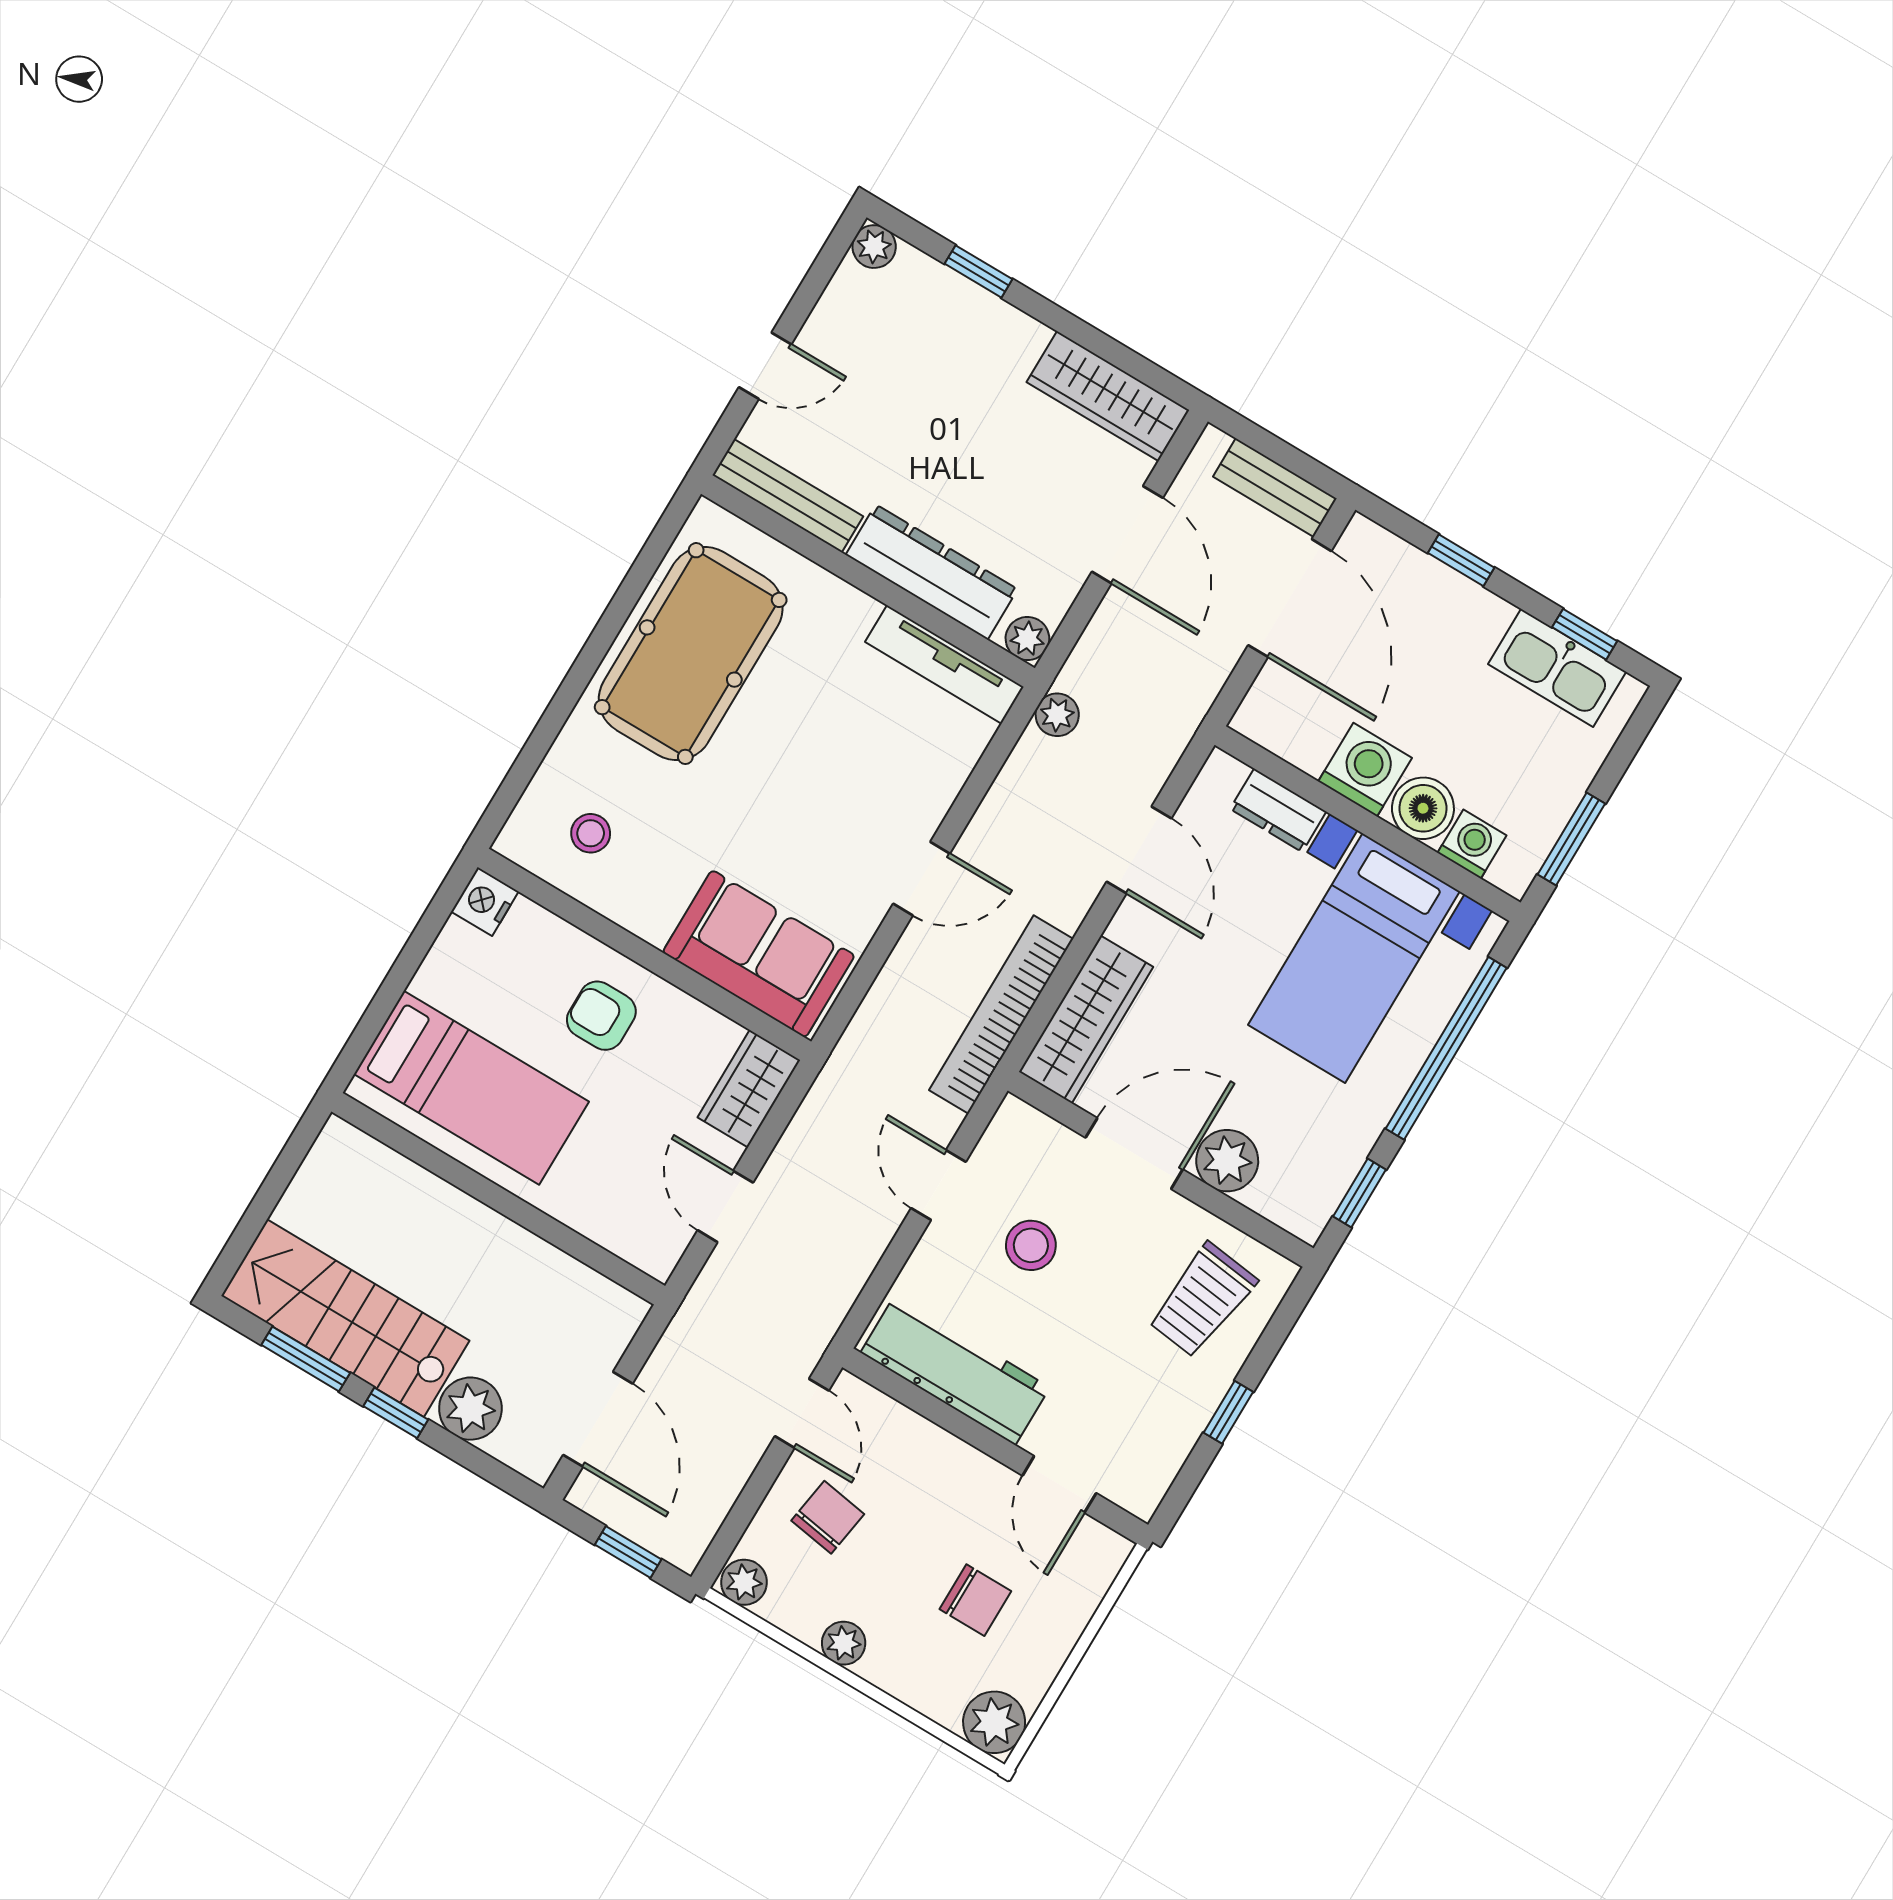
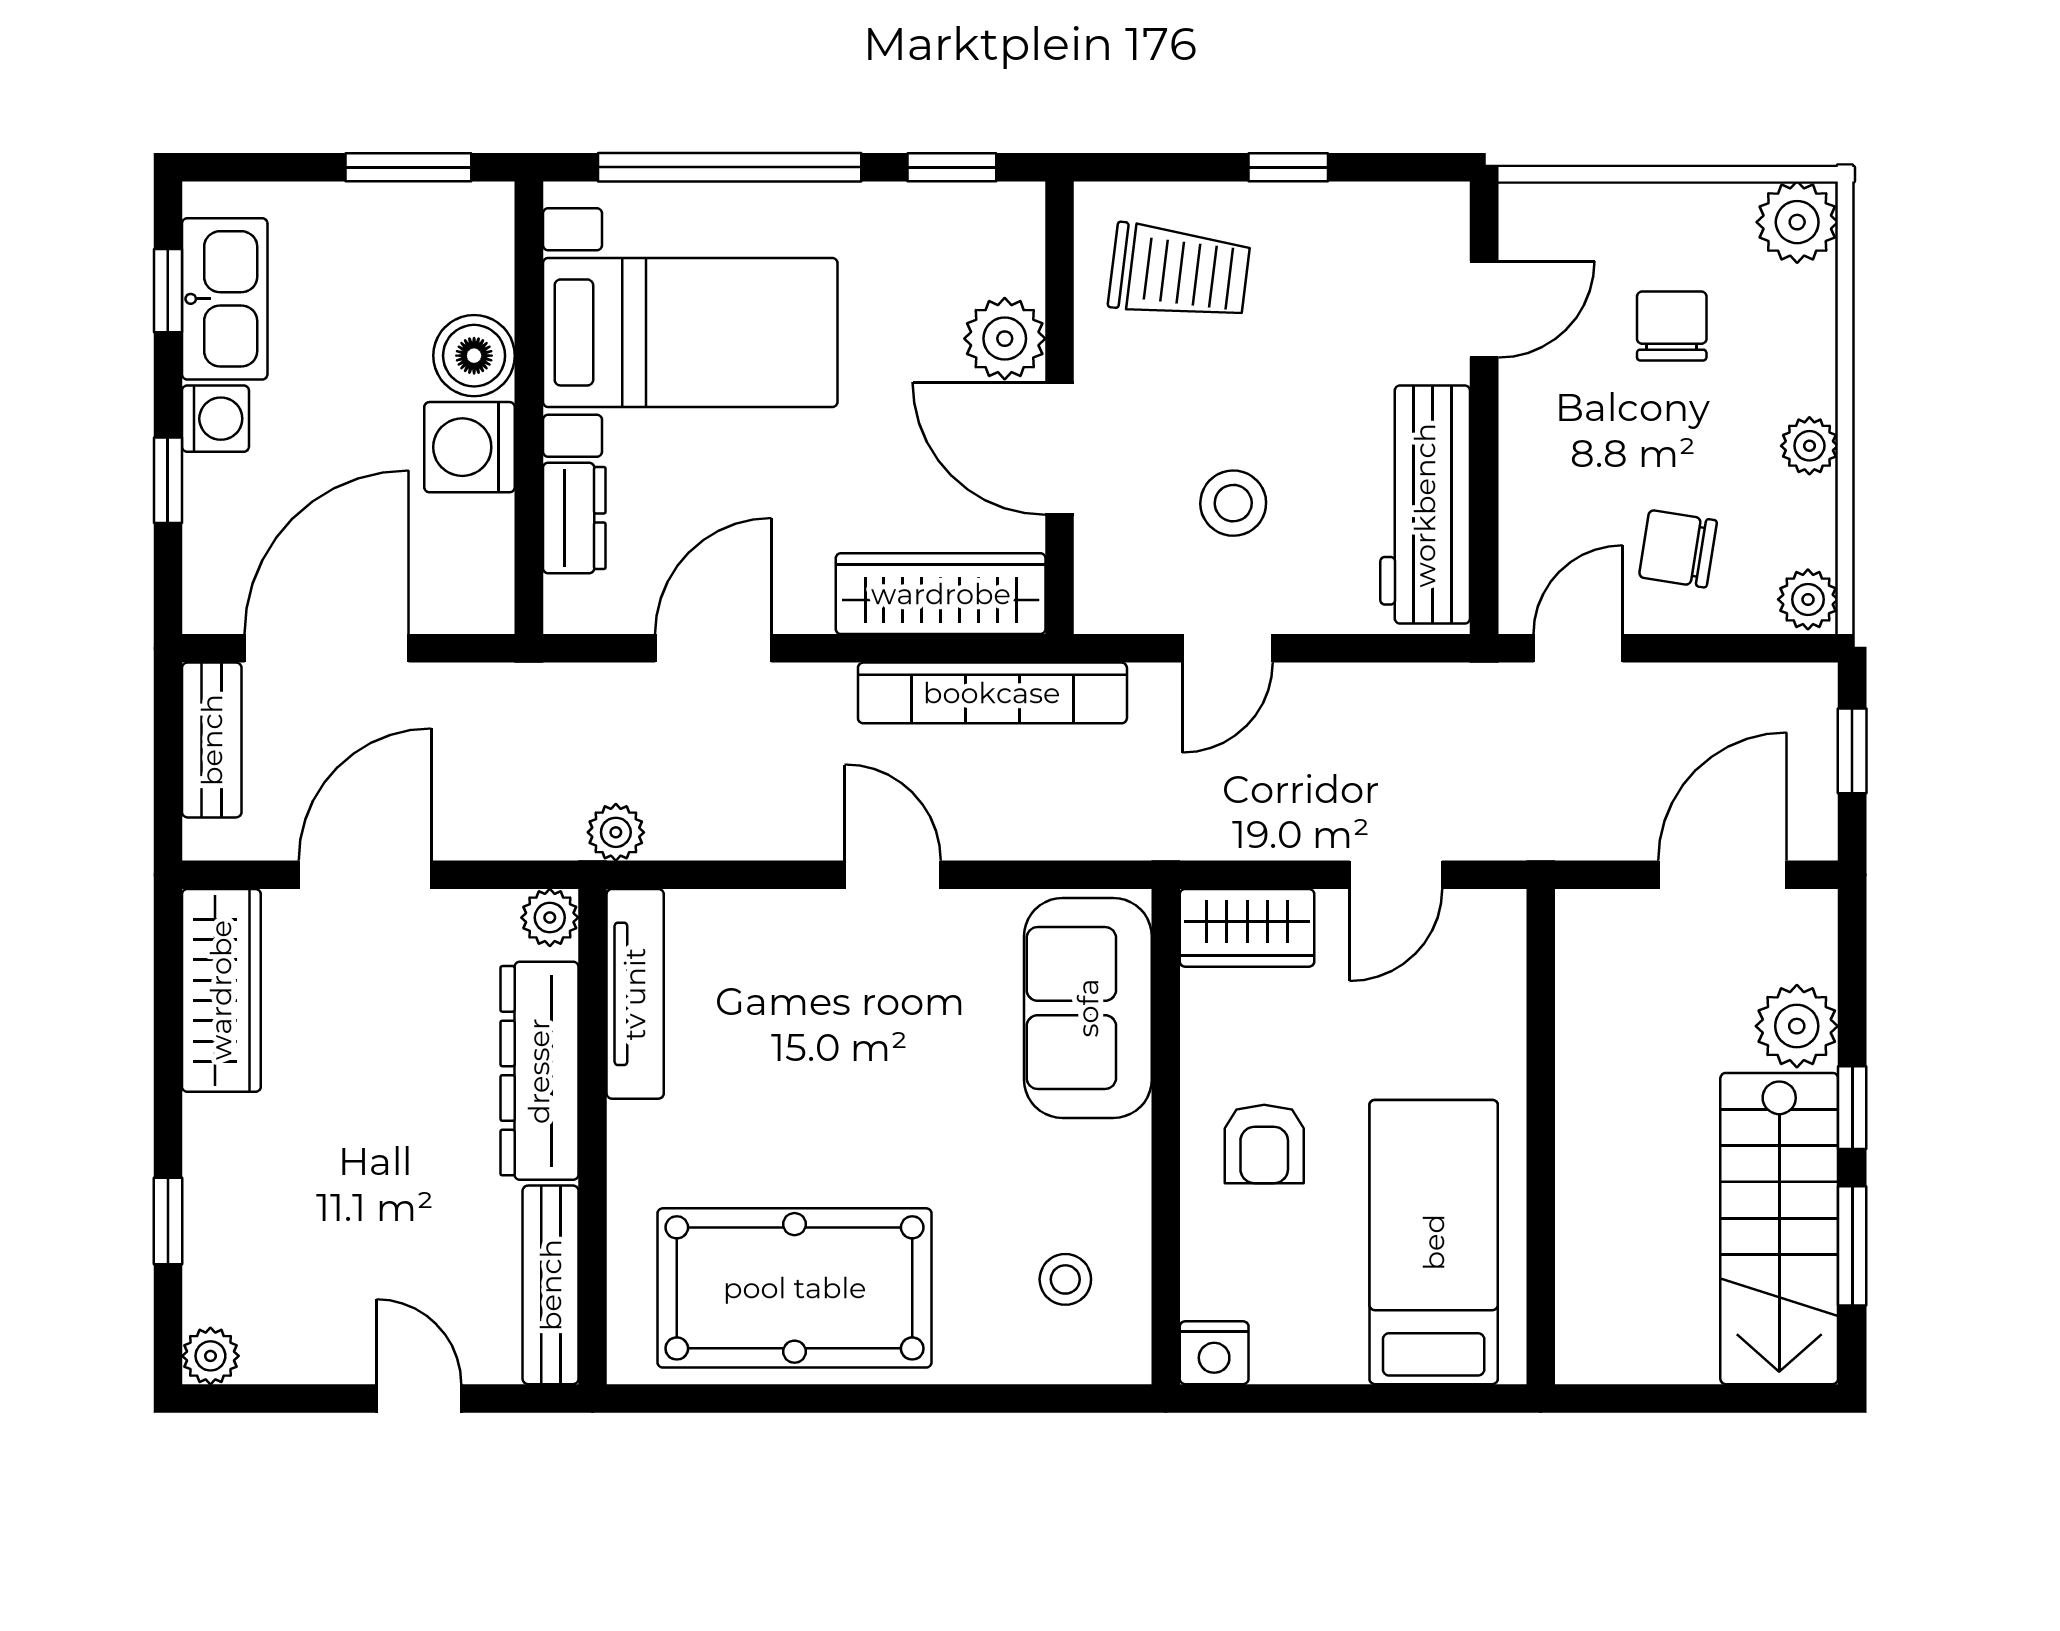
washing machine: (1472, 844) -> (215, 419), moved, turned 180

